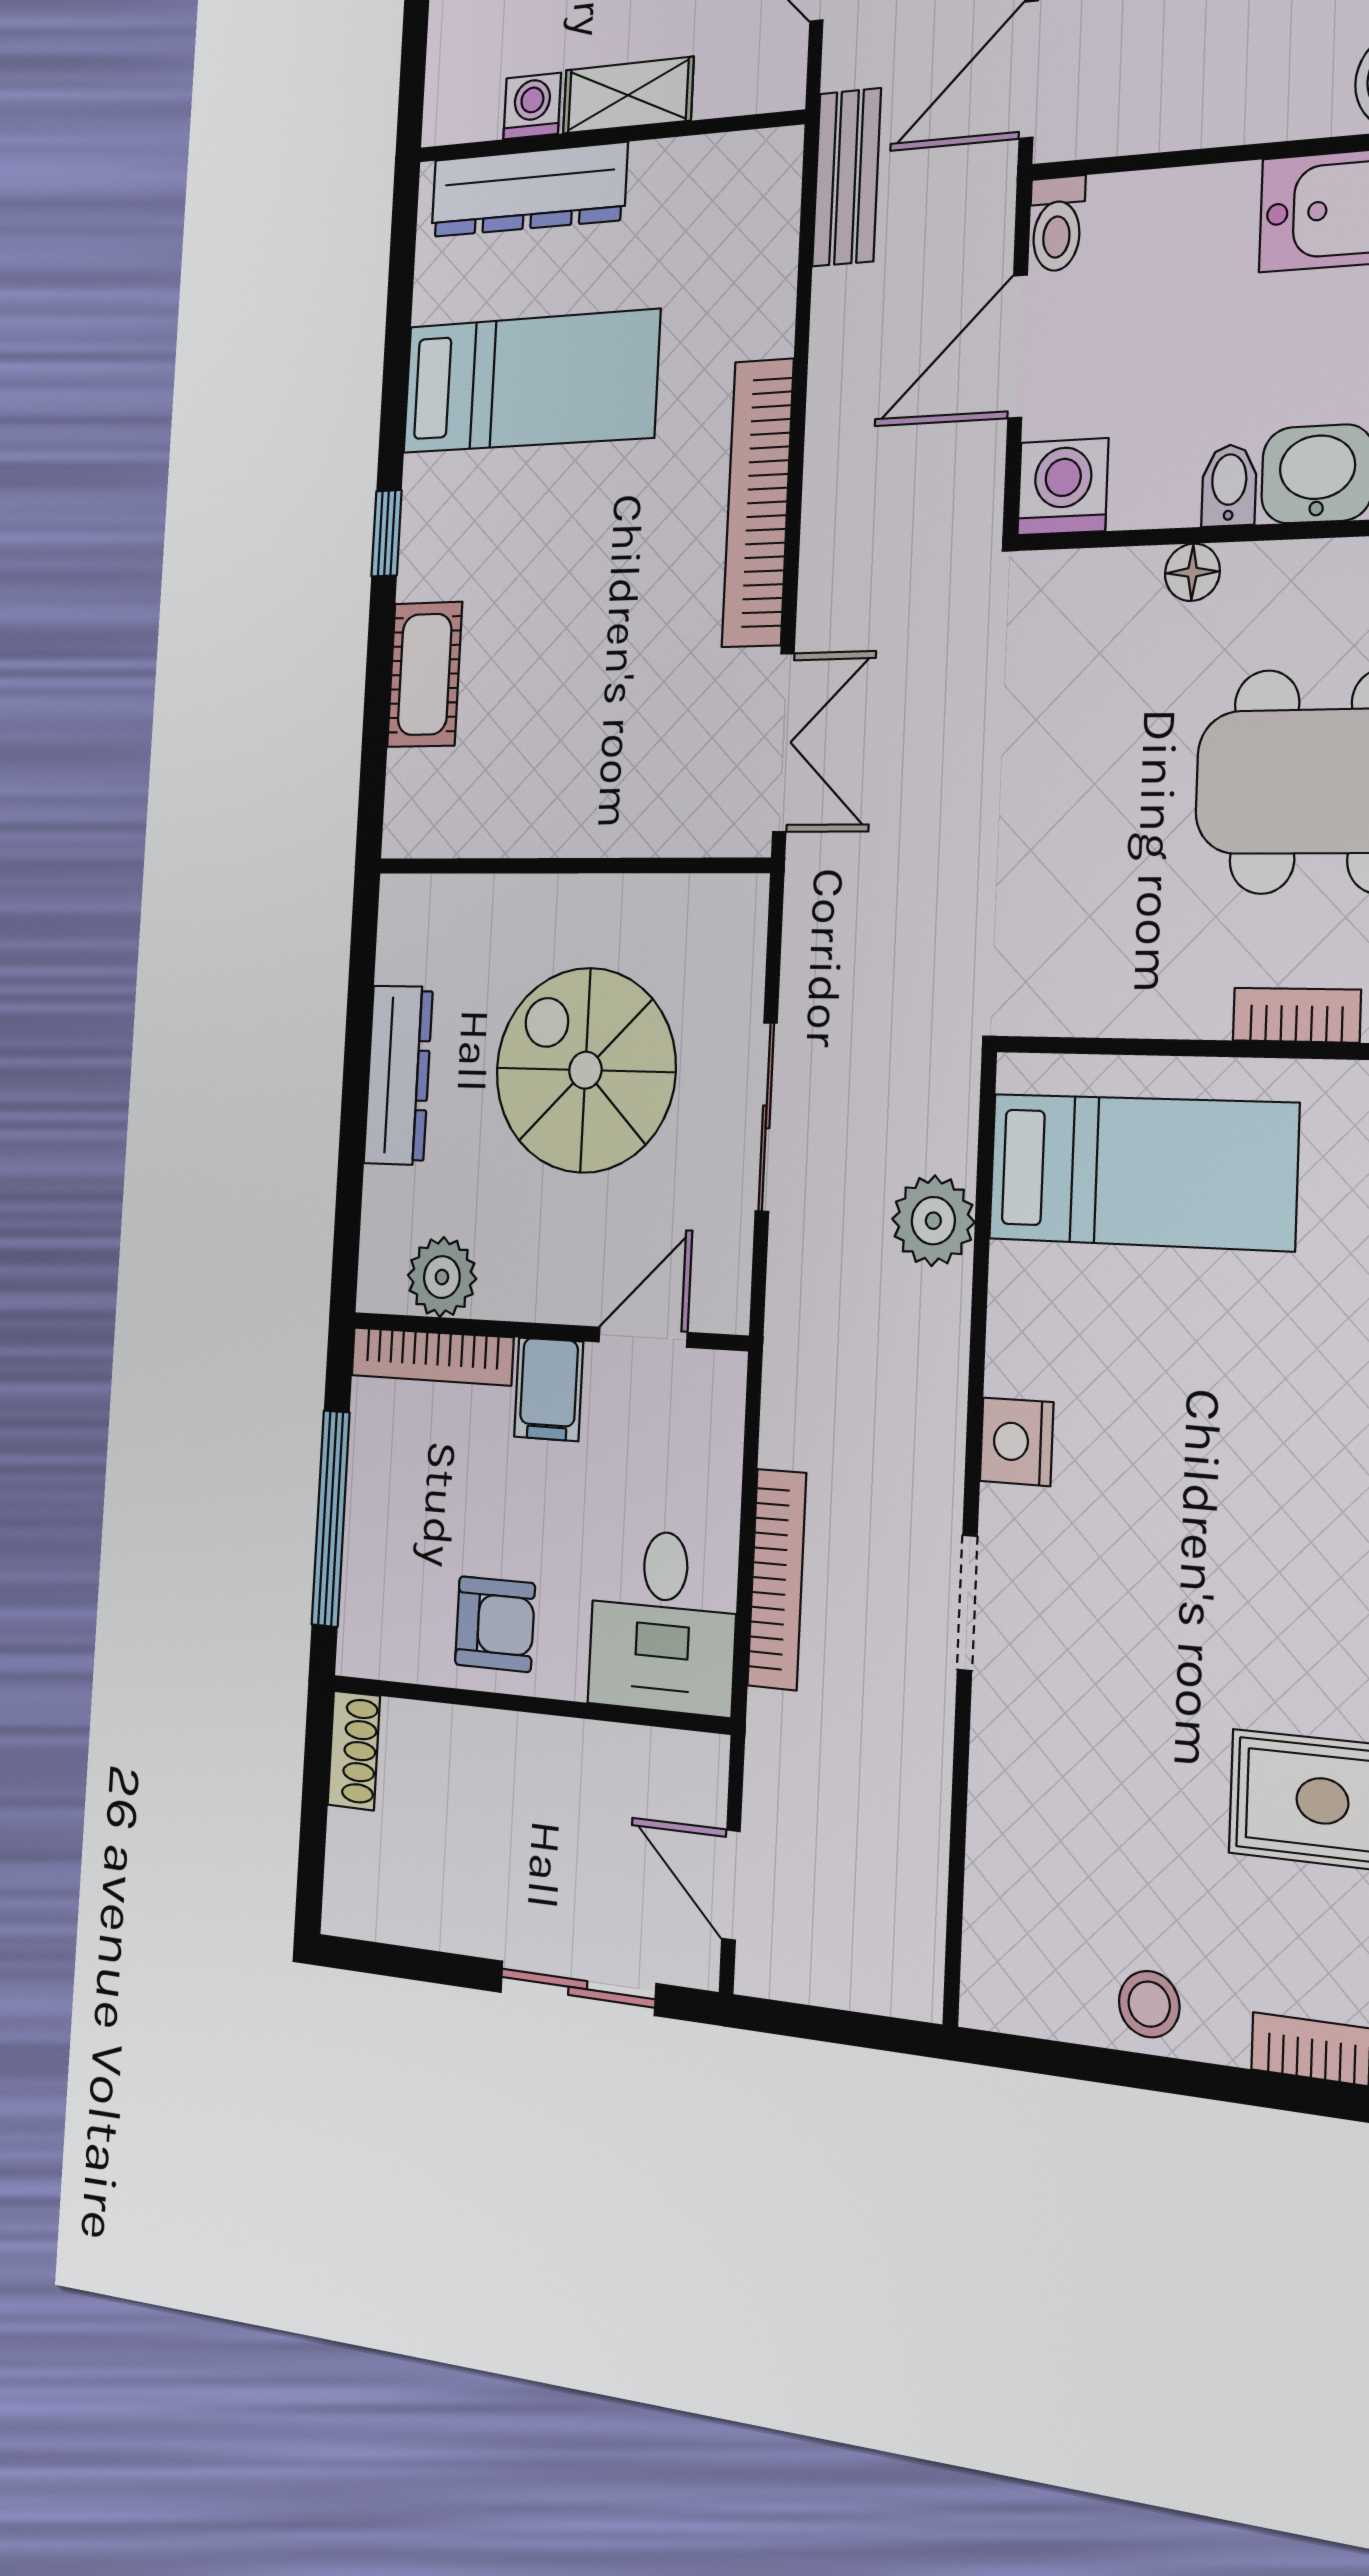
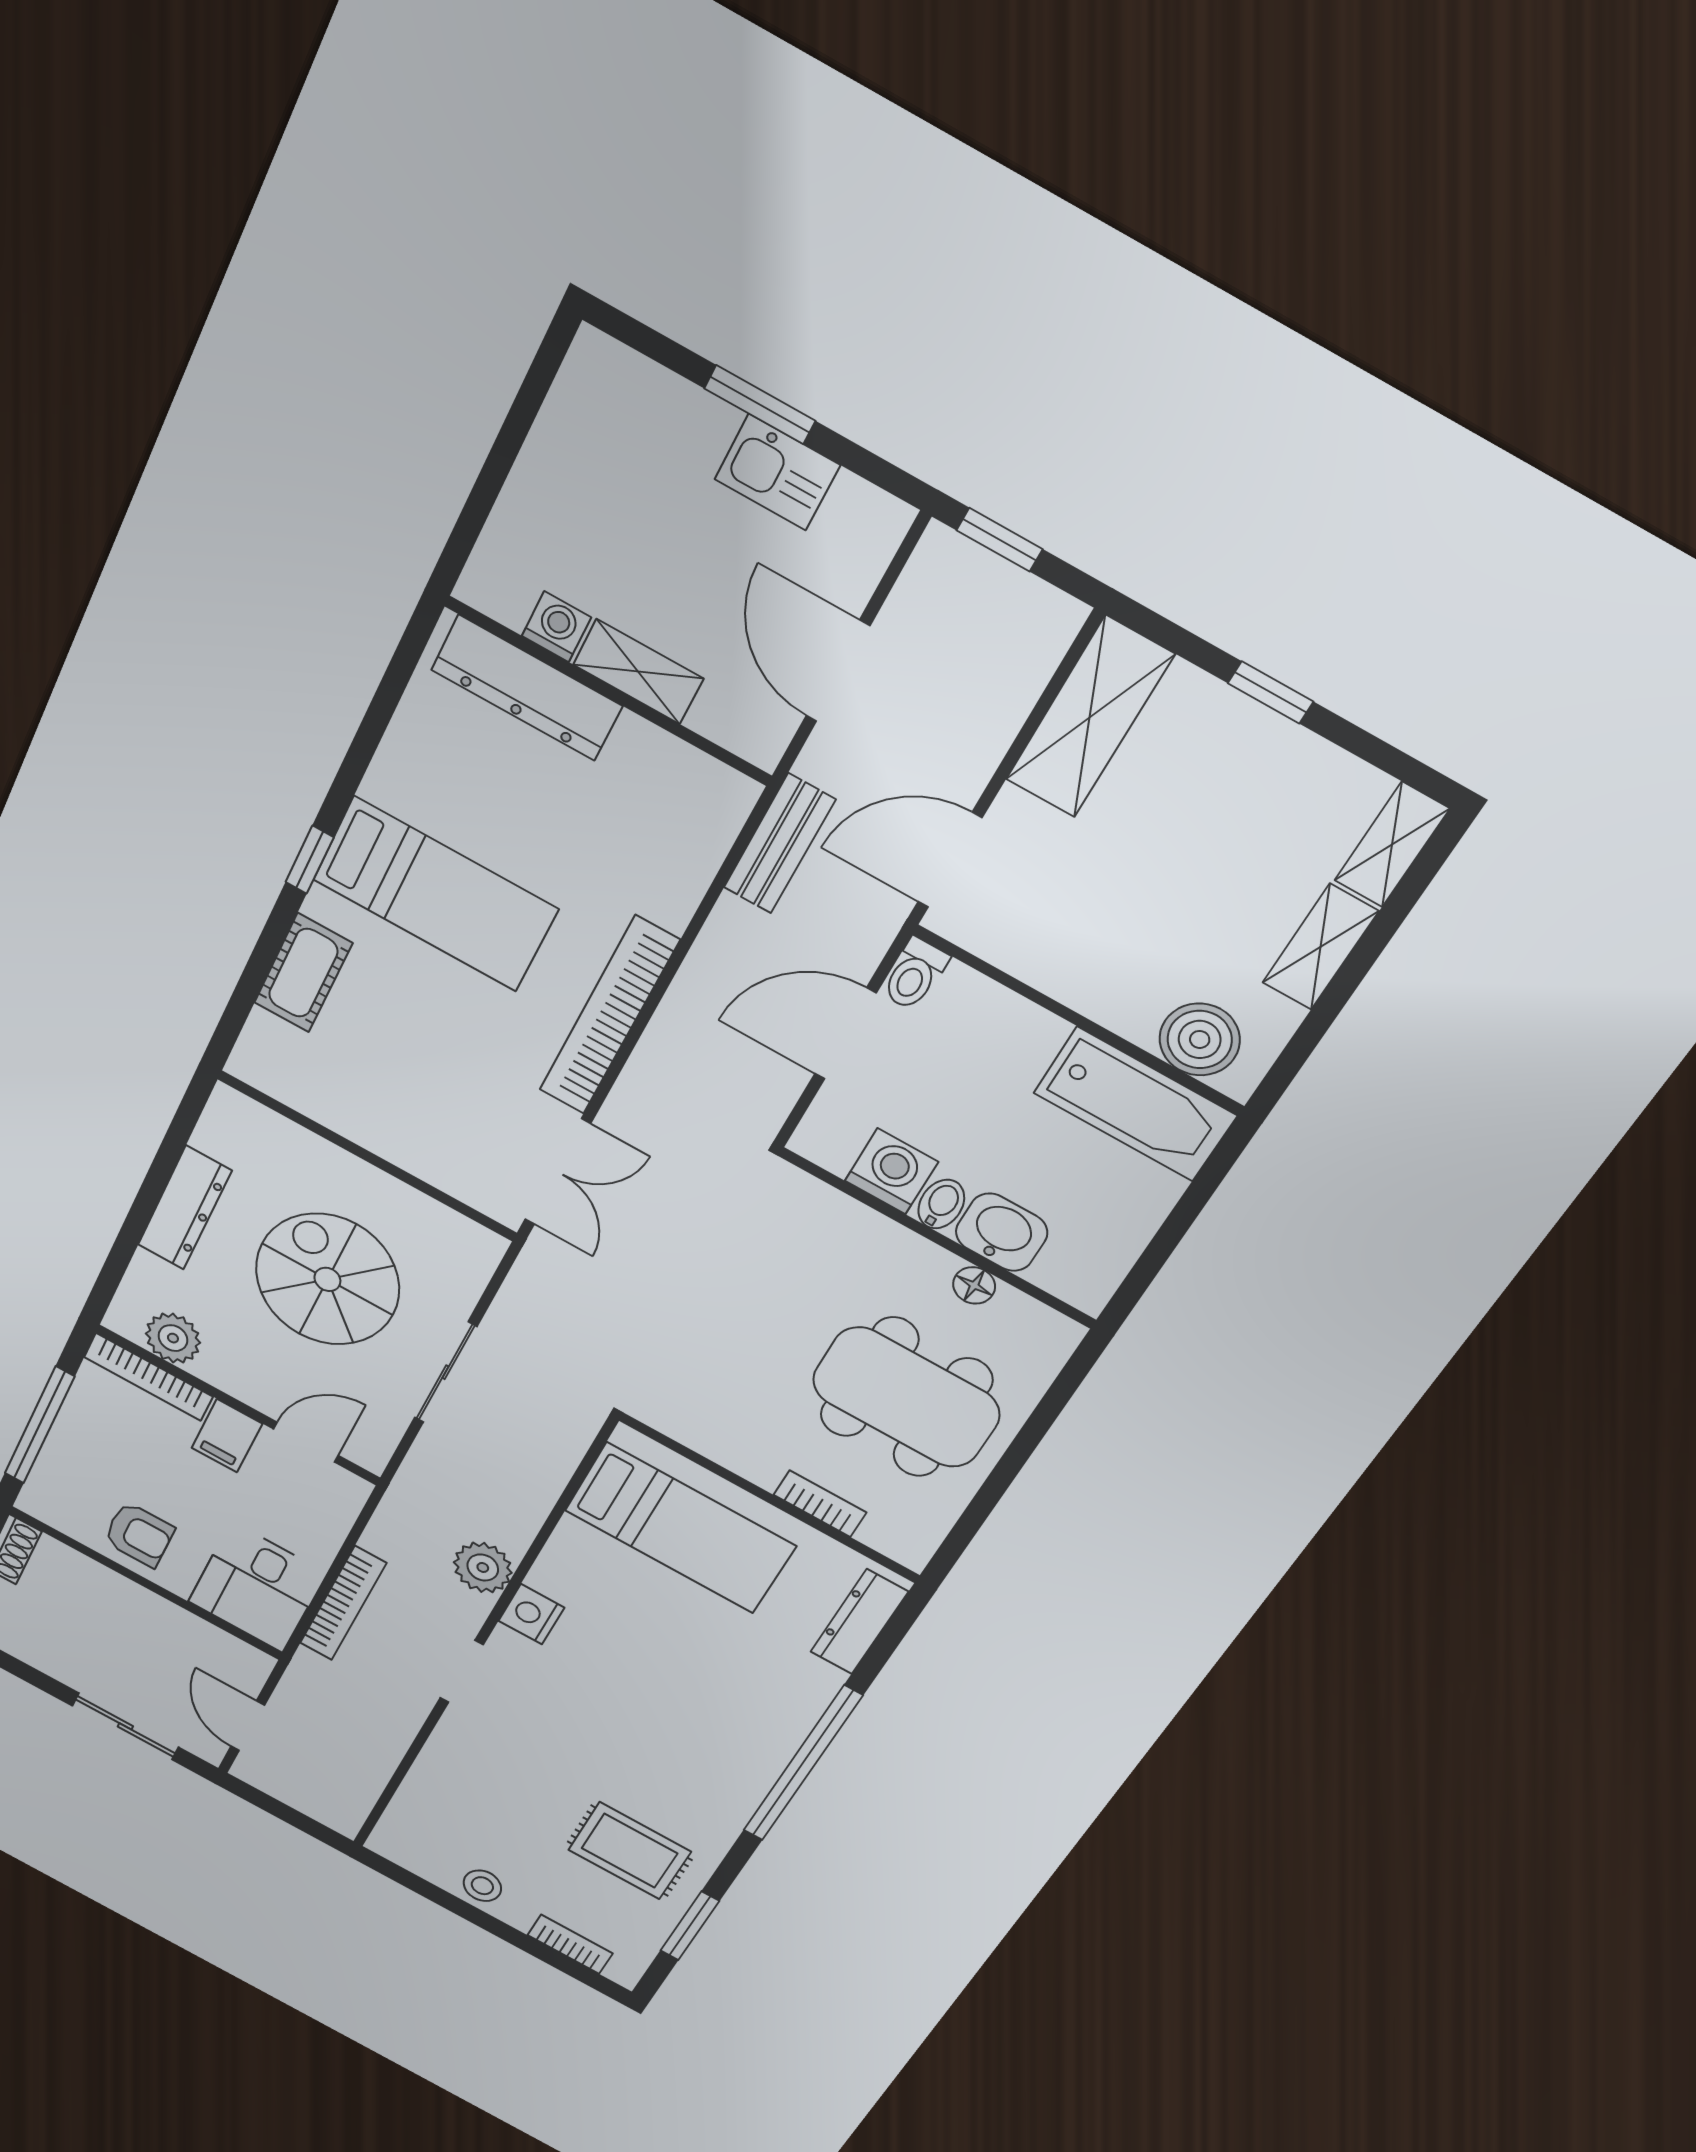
bed: (530, 382) -> (435, 894), moved
washing machine: (1063, 487) -> (891, 1171), moved
floor lamp: (1192, 572) -> (974, 1285), moved
plant: (933, 1221) -> (483, 1567), moved

